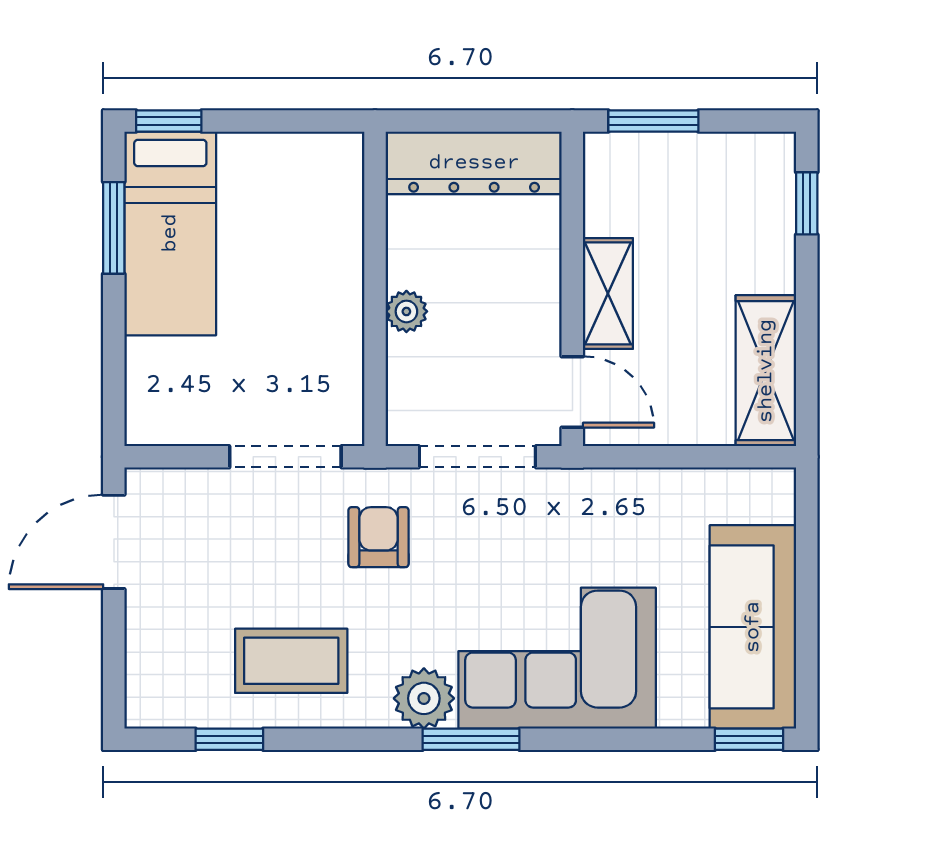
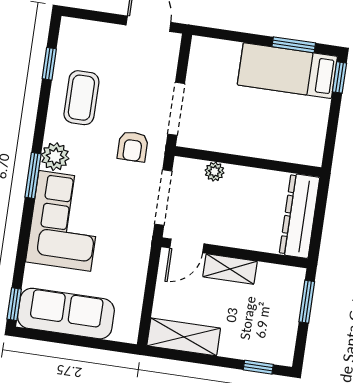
plant: (406, 311) -> (214, 172), moved
armchair: (379, 537) -> (133, 146), turned 90

